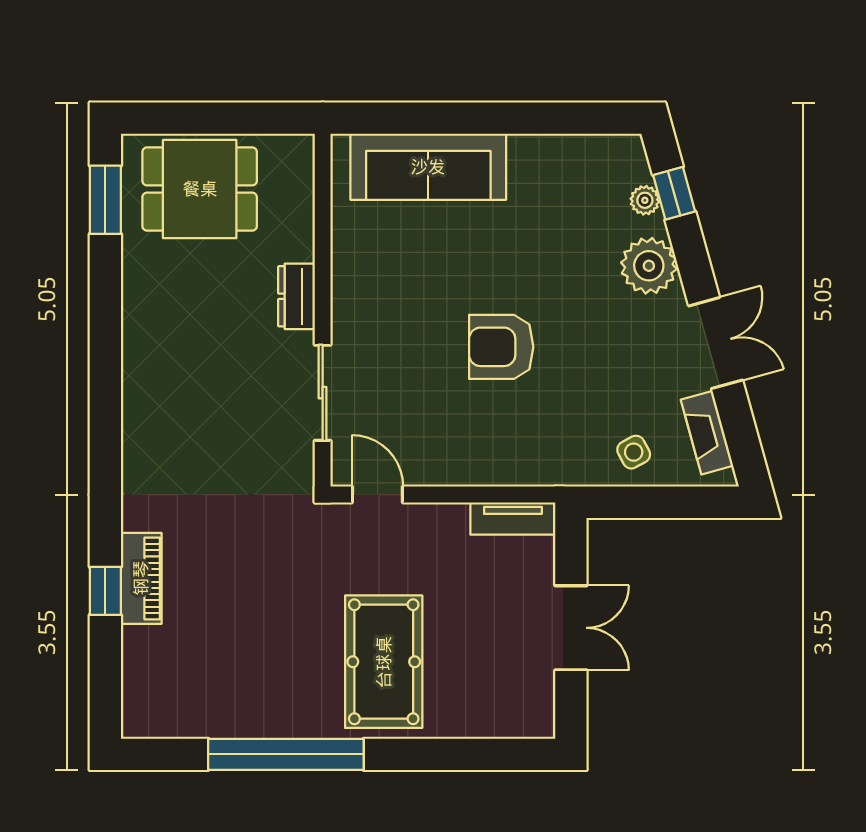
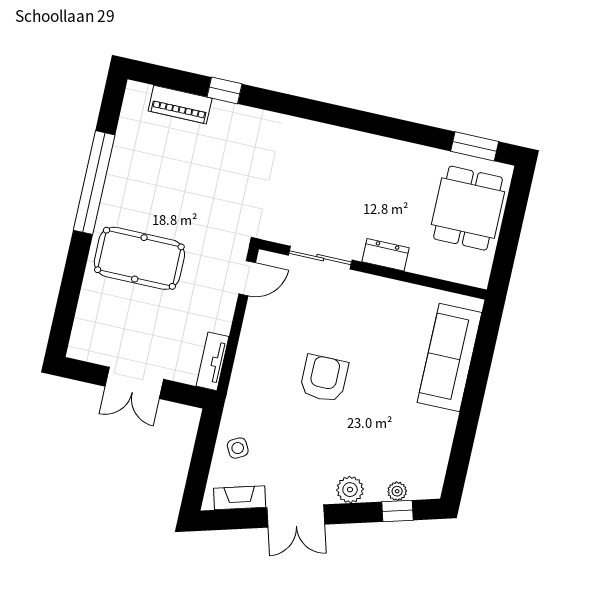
plant: (649, 266) -> (350, 490), width x0.73, depth x0.73
piano: (141, 578) -> (180, 105), moved

